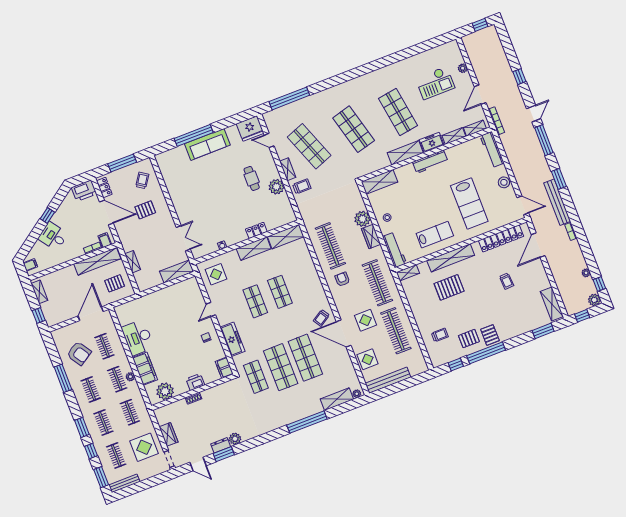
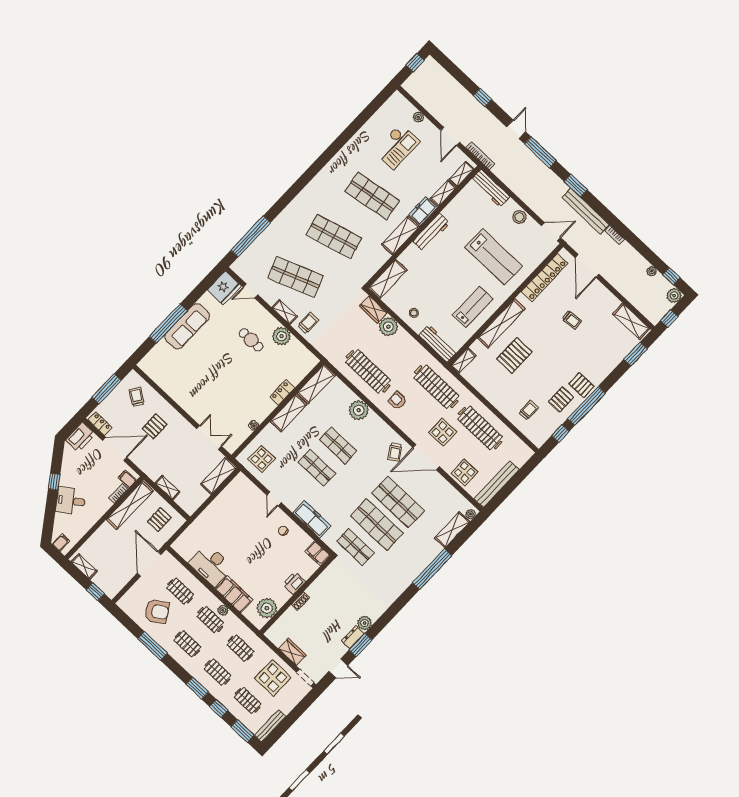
wardrobe: (371, 237) -> (373, 309), moved
plant: (309, 272) -> (359, 410), added

